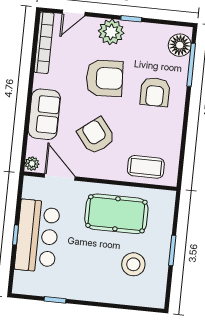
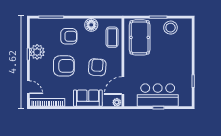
plant: (111, 32) -> (37, 52), moved
floor lamp: (180, 45) -> (91, 25), moved
armchair: (104, 78) -> (64, 66), turned 93
armchair: (96, 136) -> (97, 67), turned 133
pool table: (116, 214) -> (140, 37), moved
stool: (133, 264) -> (171, 28), moved

